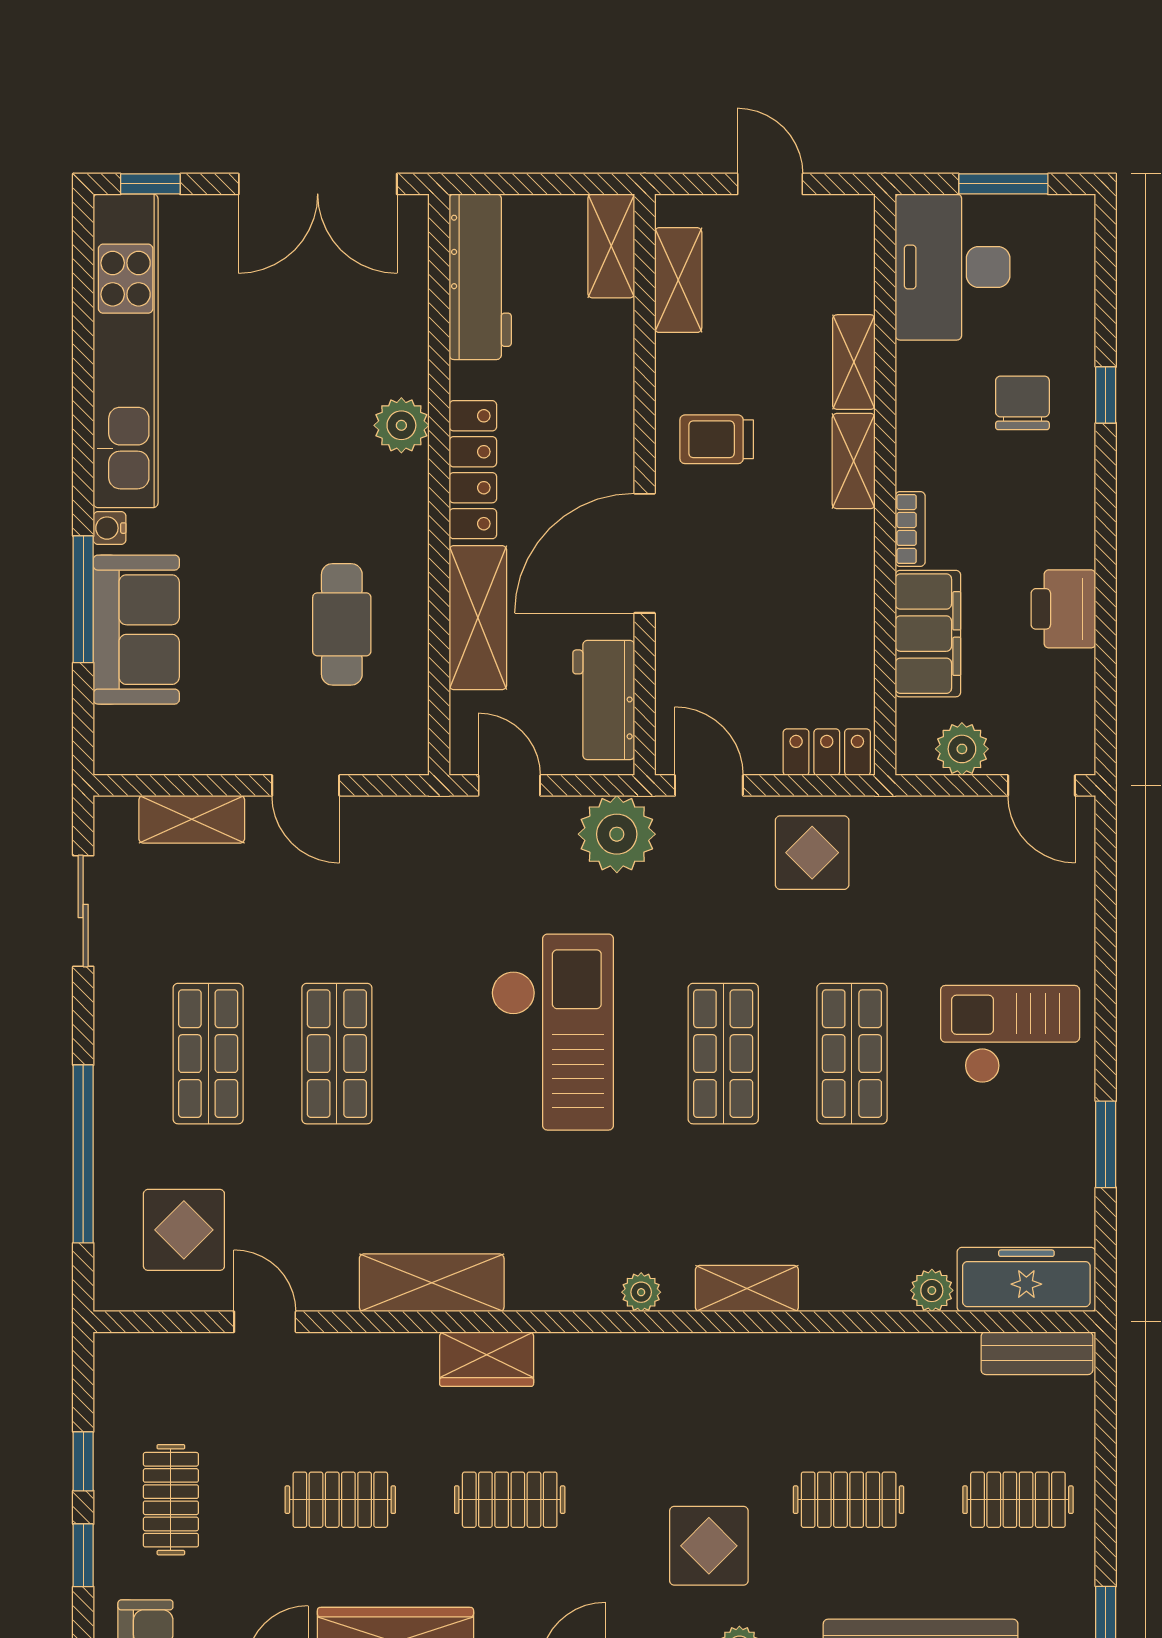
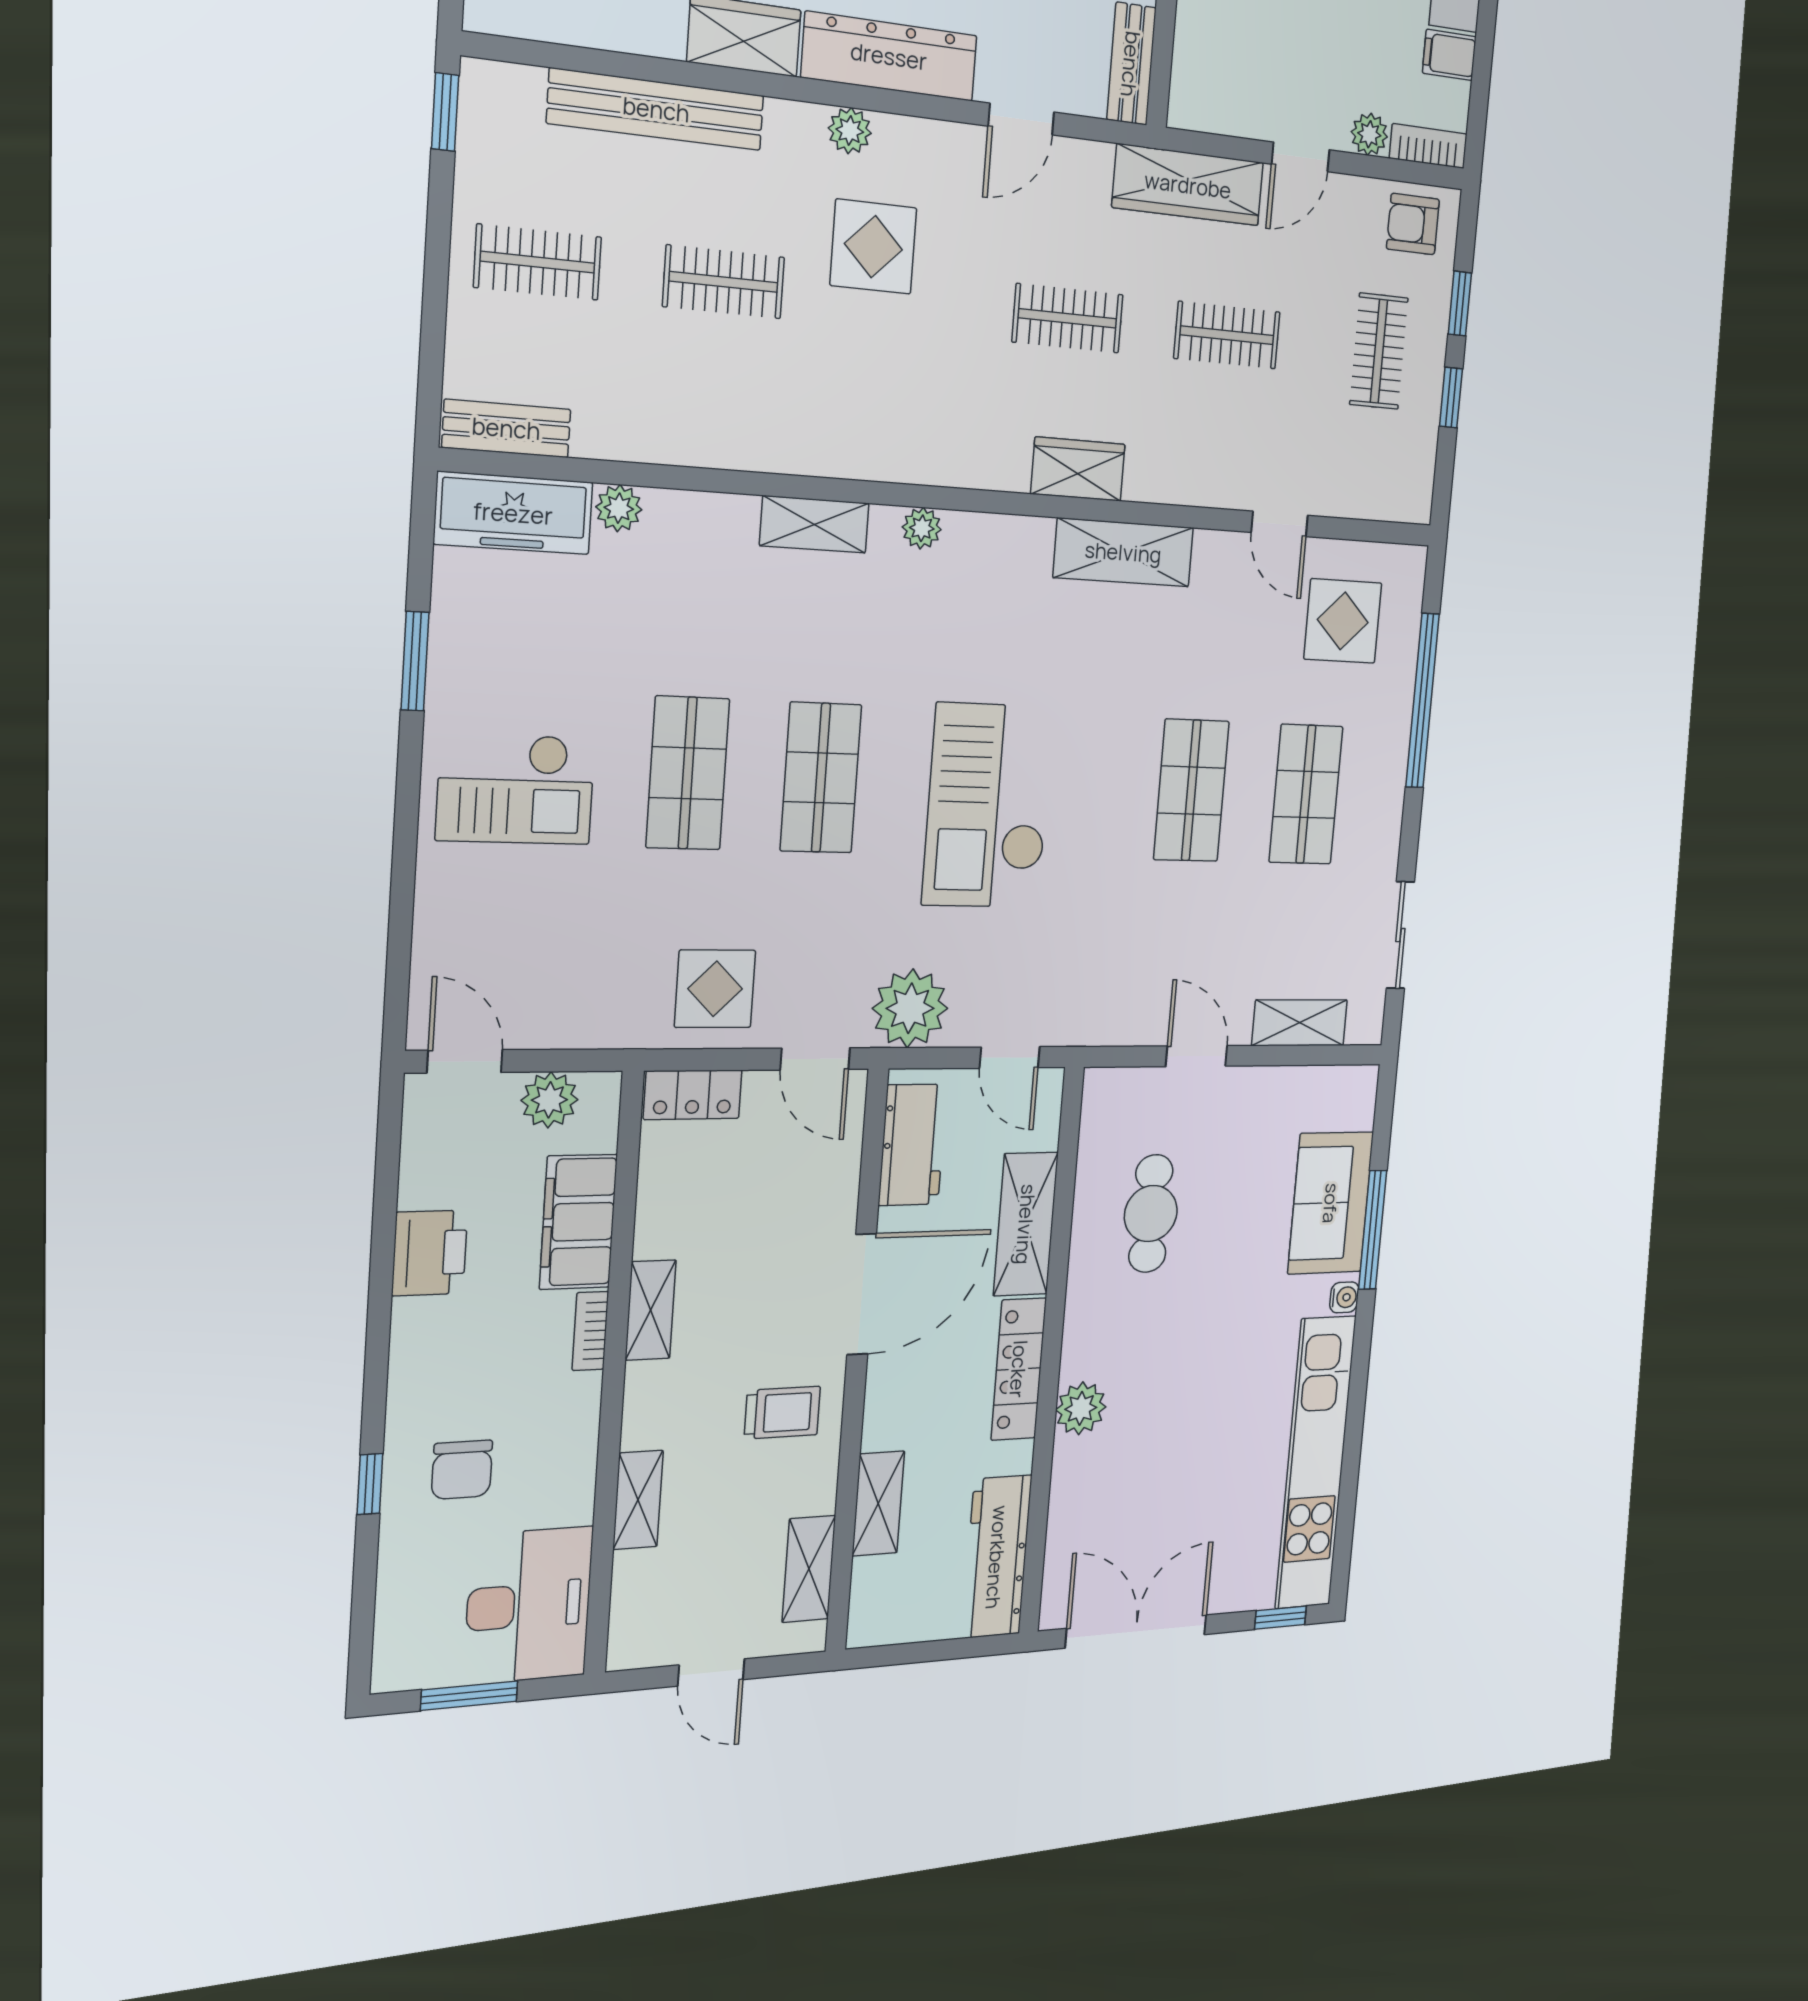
shelving: (611, 246) -> (878, 1504), moved
shelving: (854, 461) -> (651, 1310), moved

